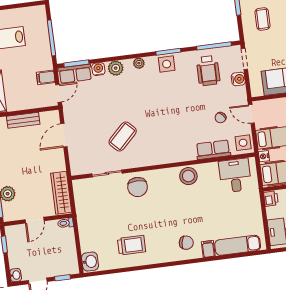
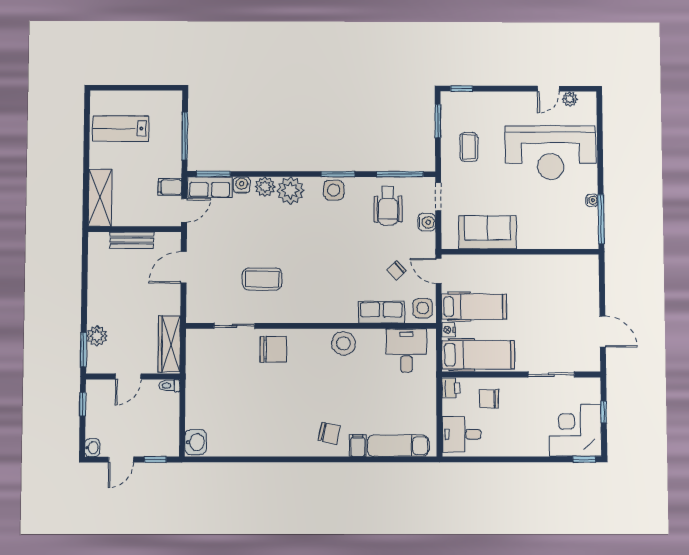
plant: (139, 63) -> (290, 191), width x1.88, depth x1.88
coffee table: (123, 136) -> (262, 279), turned 45
chair: (138, 187) -> (273, 349), turned -90
trolley: (132, 245) -> (255, 427), removed

